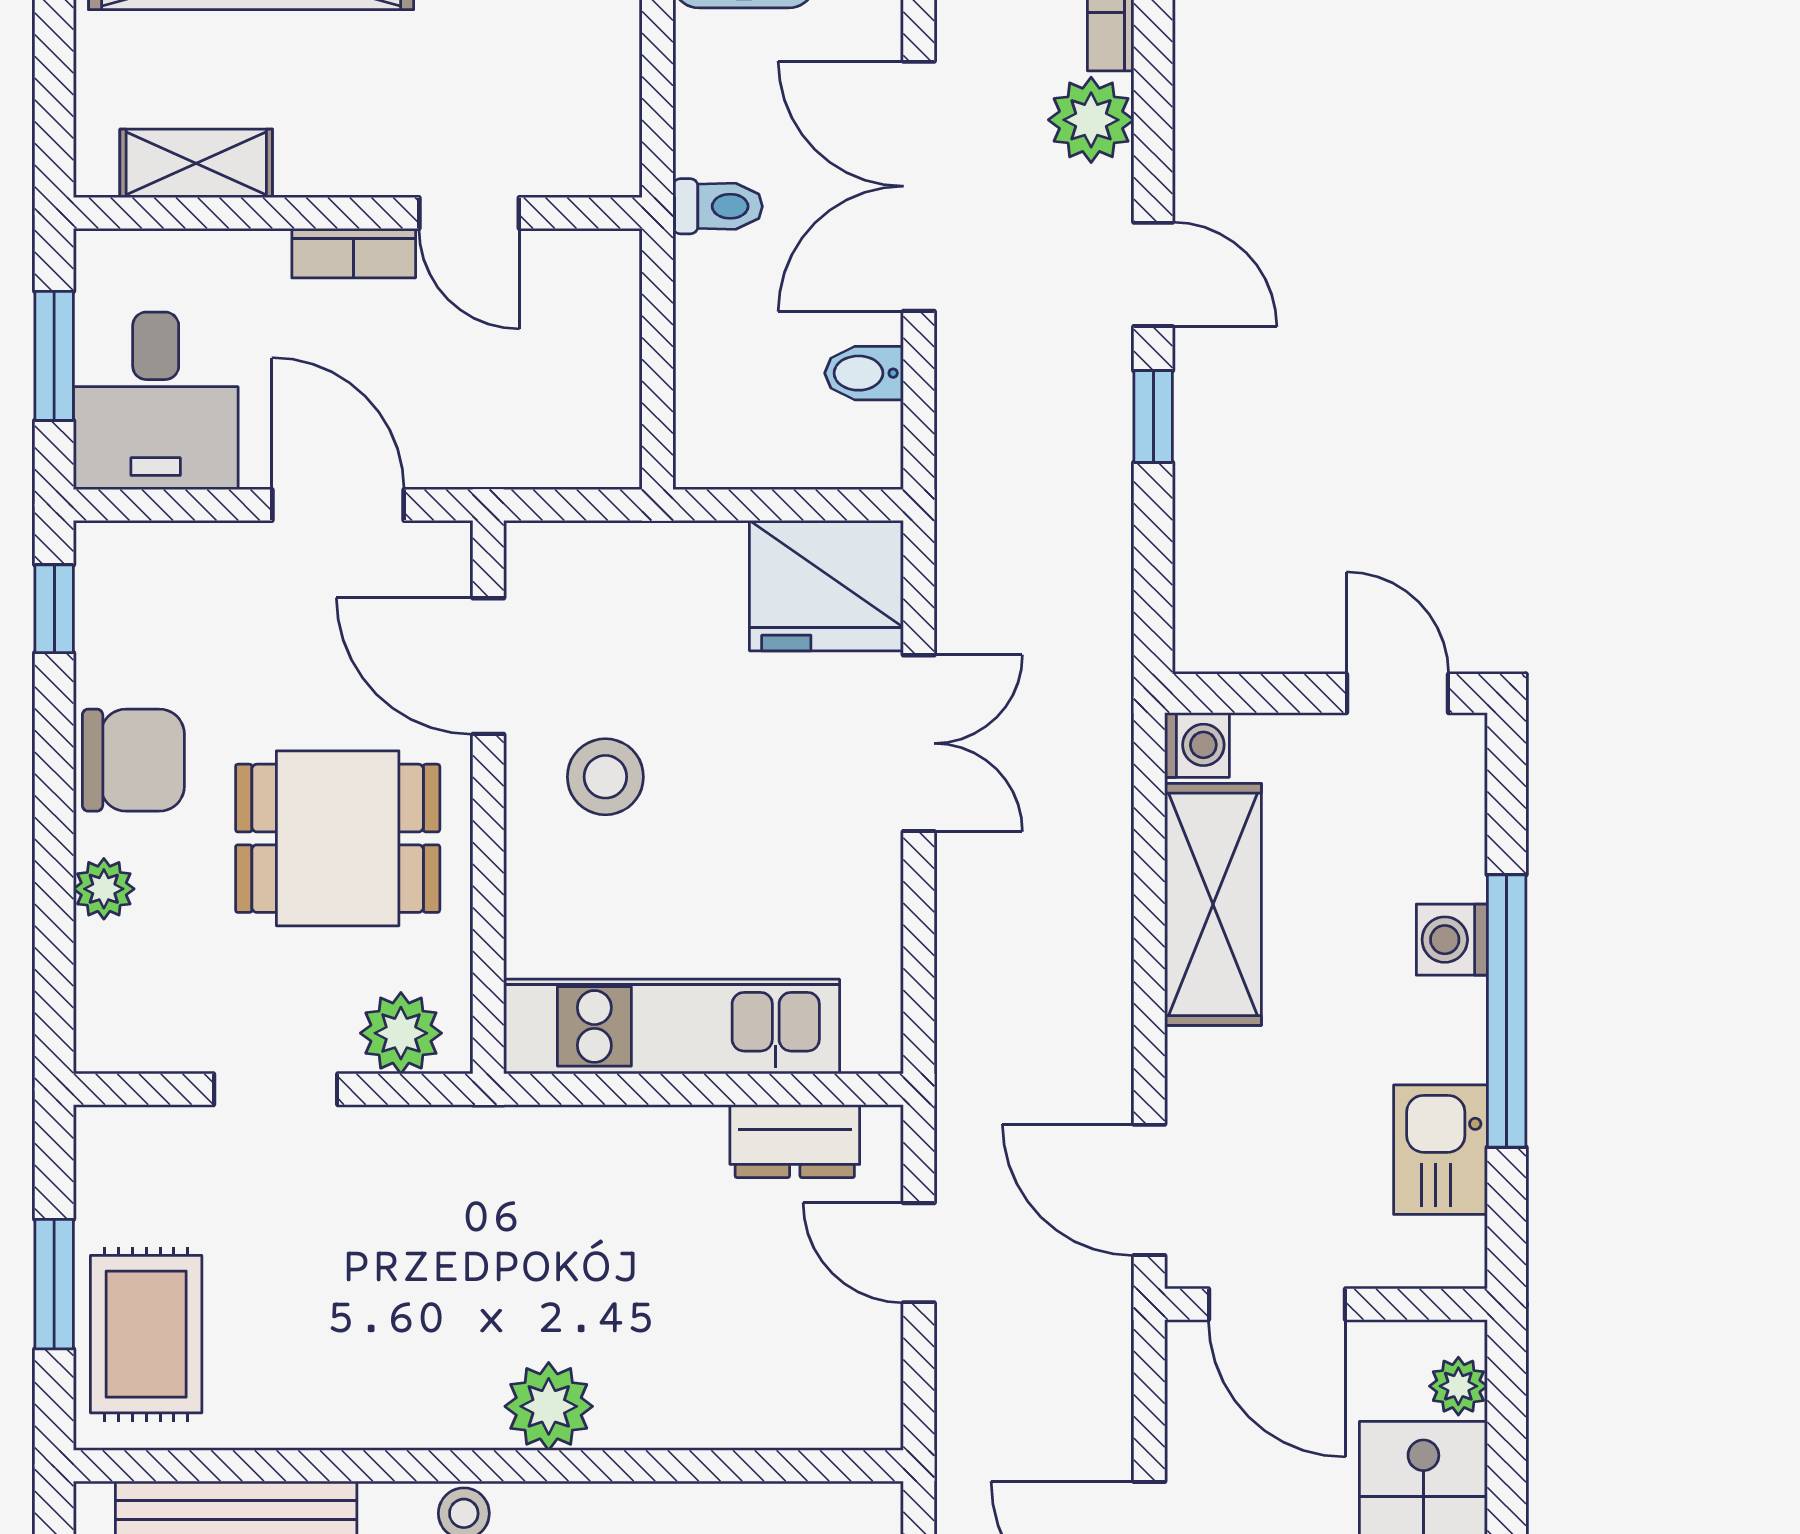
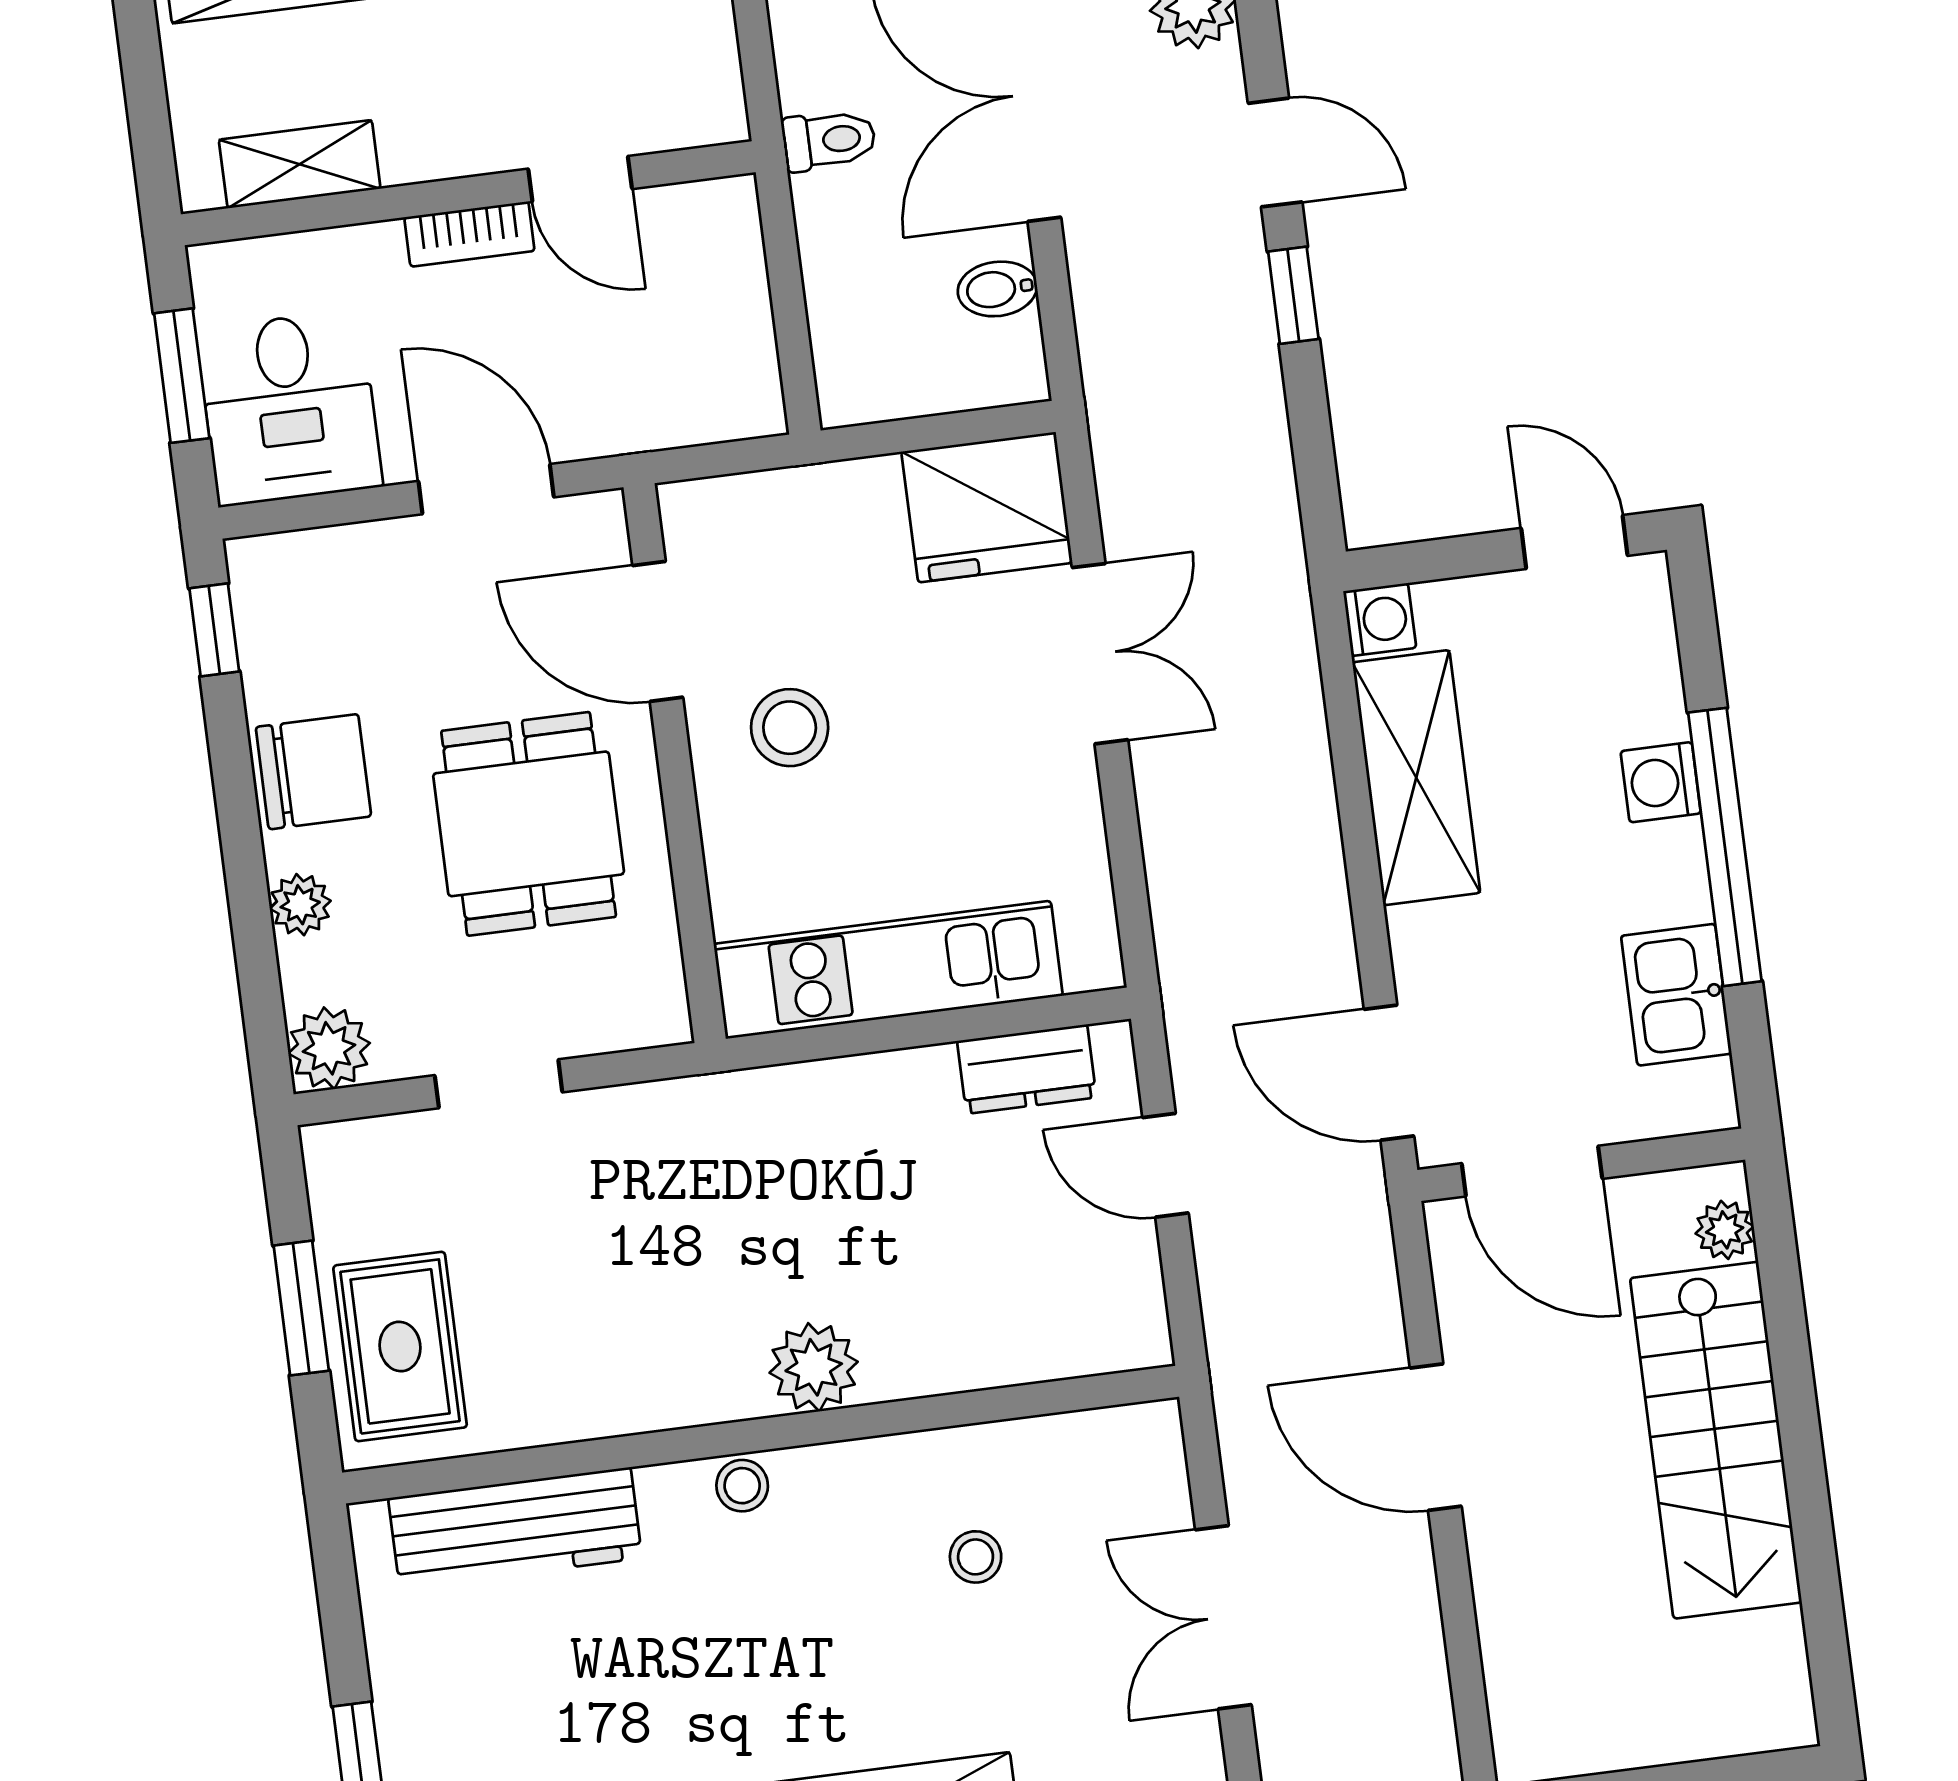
dining table: (338, 838) -> (529, 824), turned 90
plant: (401, 1033) -> (329, 1048), moved

